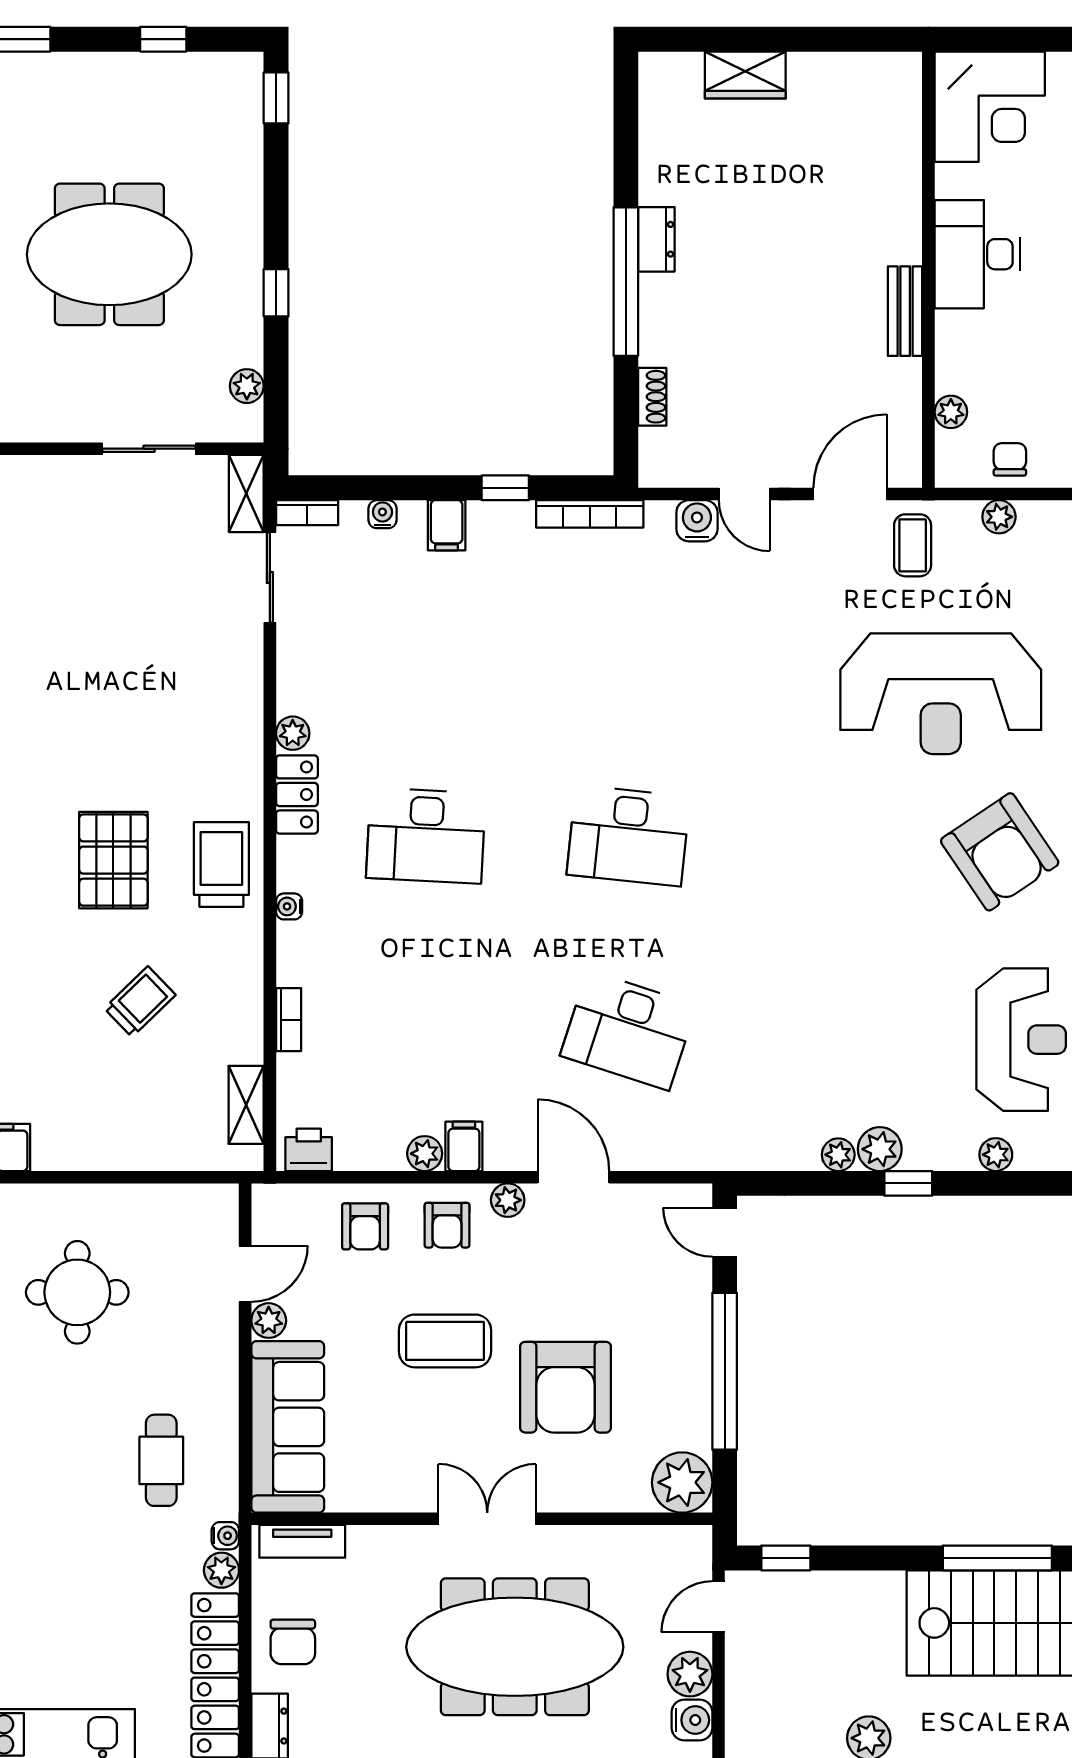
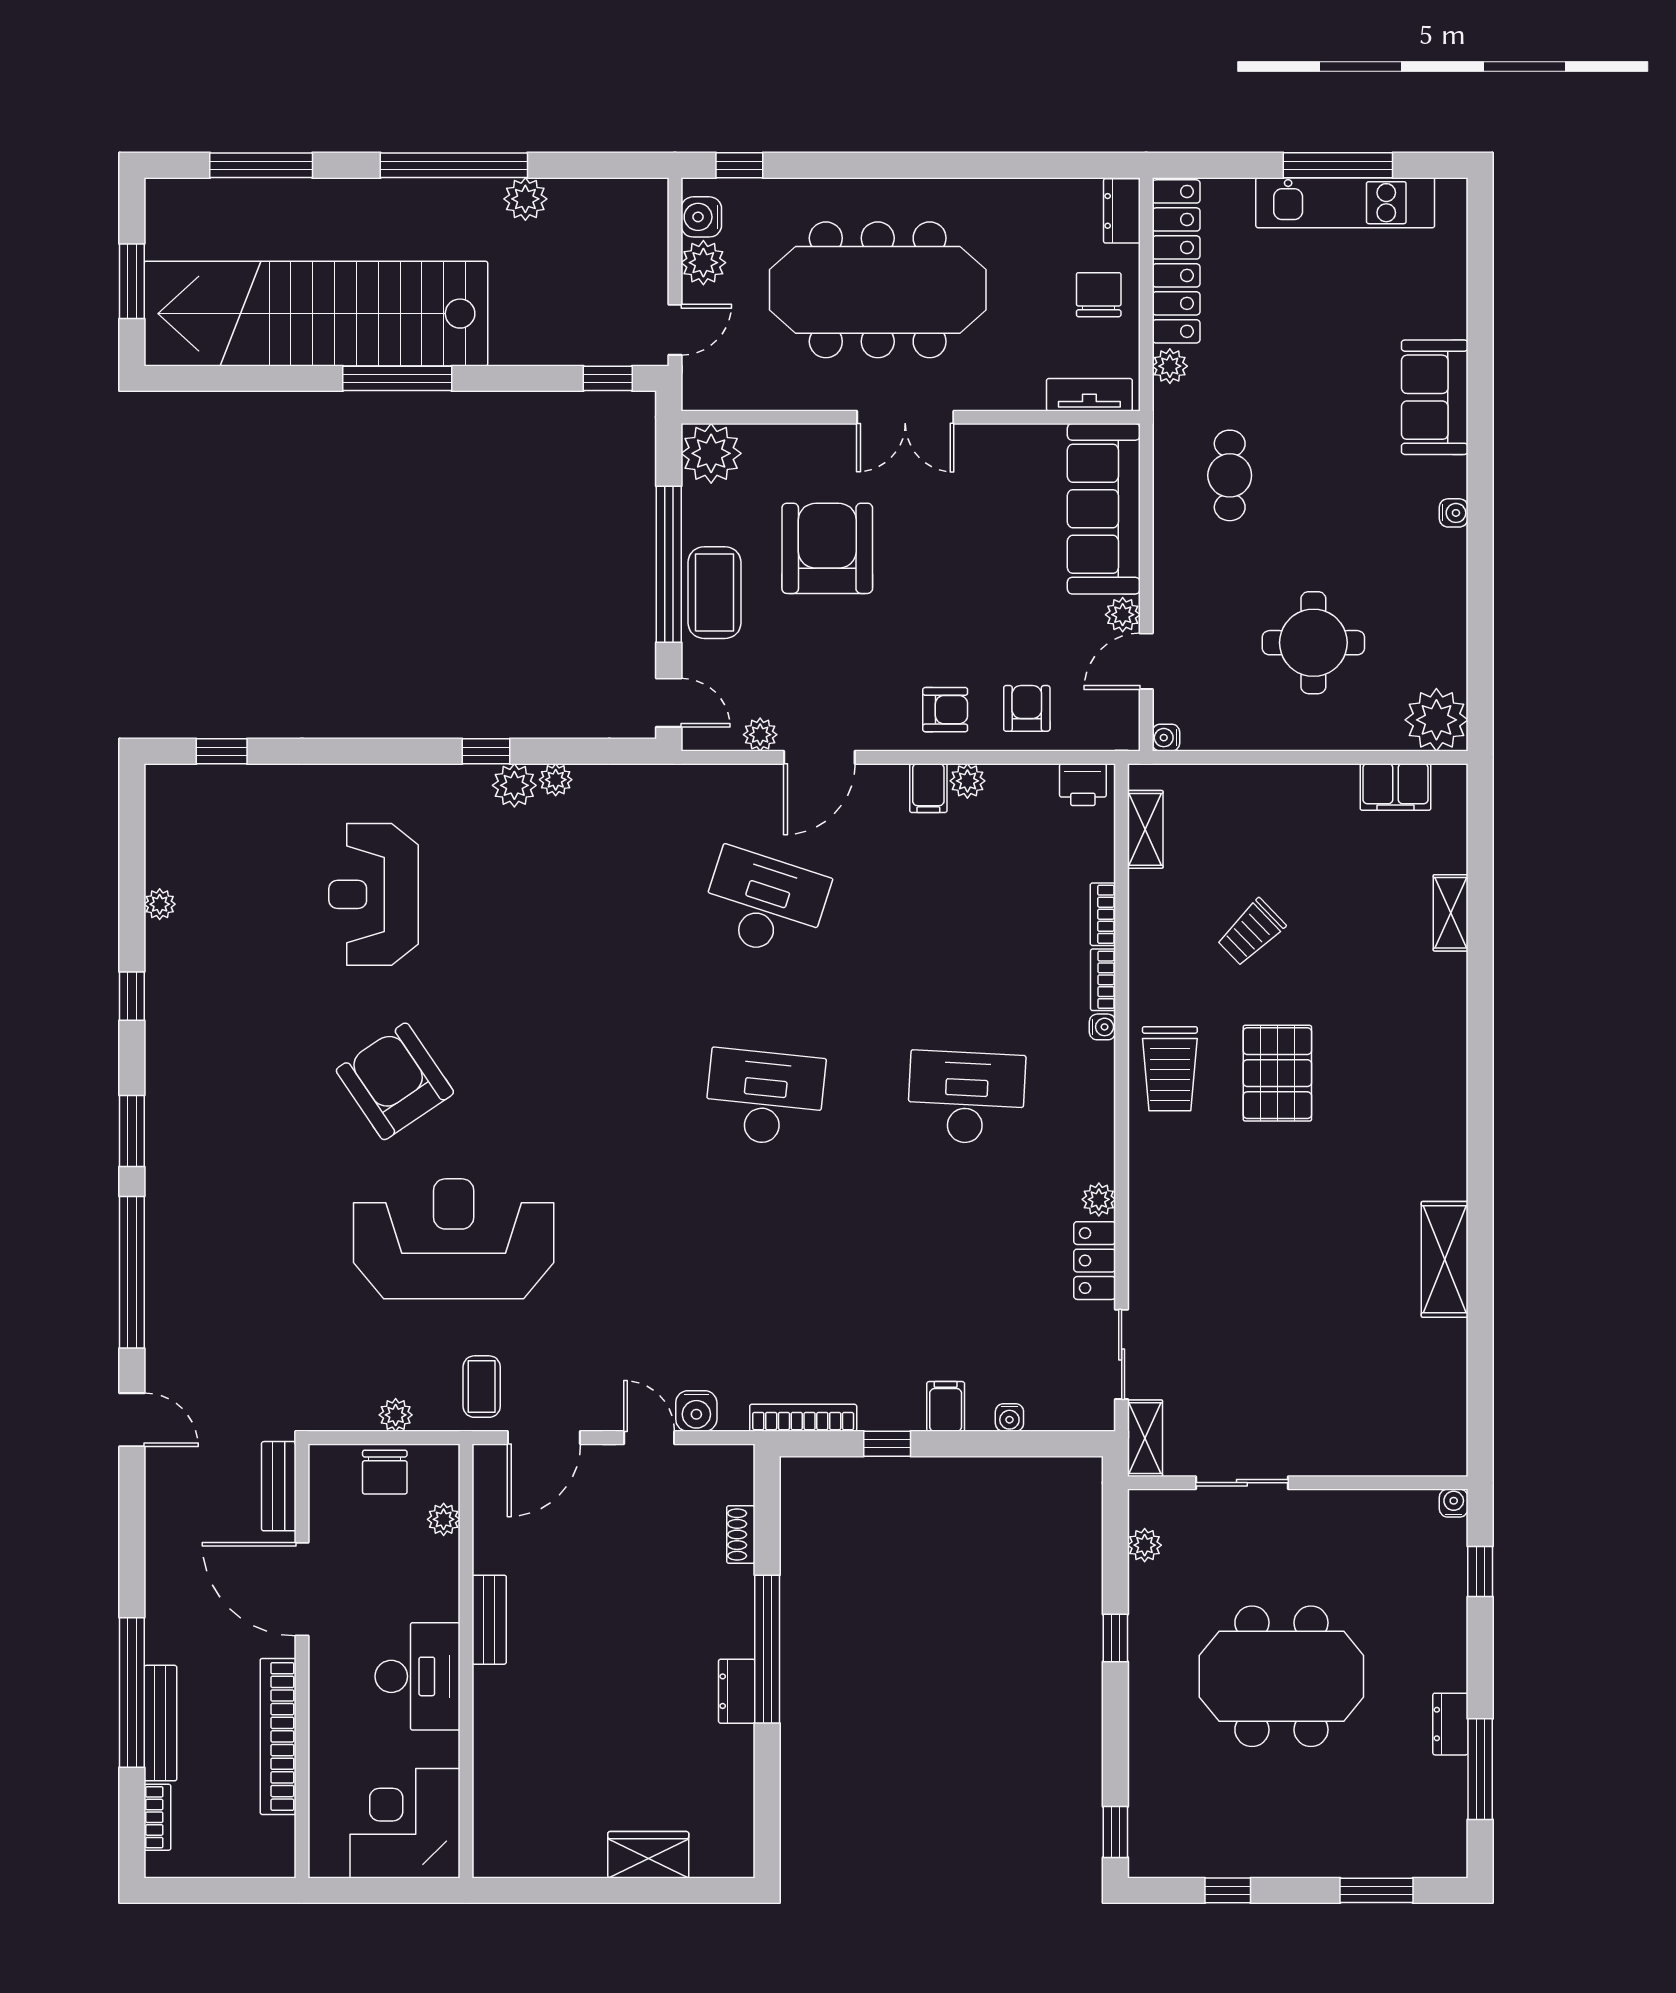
chair: (1010, 459) -> (385, 1472), width x1.37, depth x1.37
bookcase: (307, 513) -> (1103, 980), moved, turned -90
locker: (297, 794) -> (1095, 1261), moved
plant: (996, 1155) -> (399, 780), removed
door: (573, 1177) -> (819, 757), hinge flipped
plant: (508, 1200) -> (760, 735), moved
armchair: (447, 1225) -> (945, 710), turned 90
coffee table: (445, 1341) -> (715, 593), moved, turned 90
water cooler: (225, 1536) -> (1166, 738), moved

